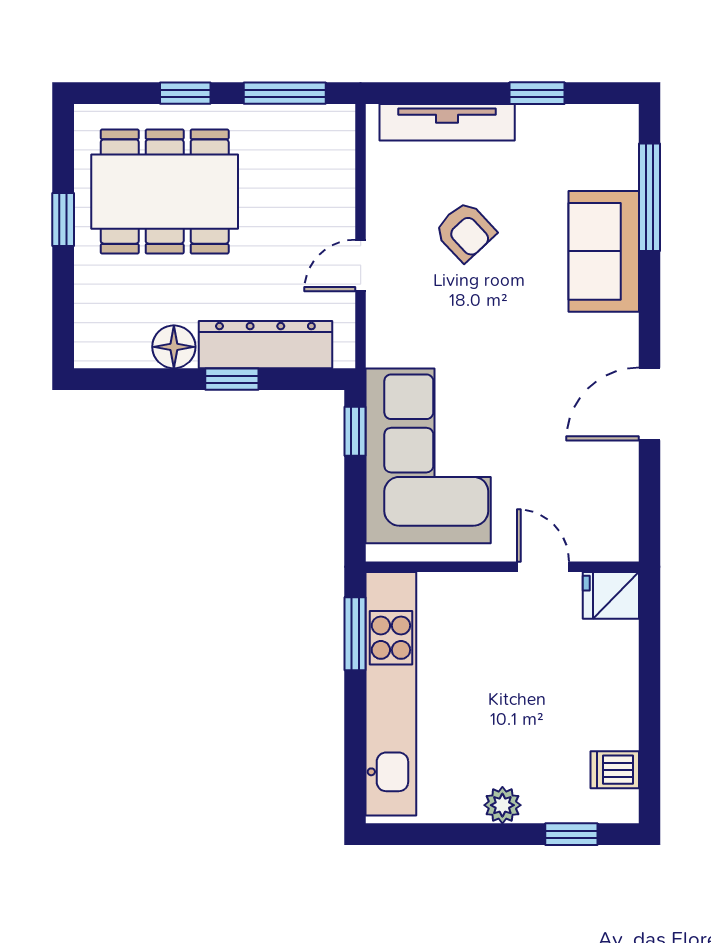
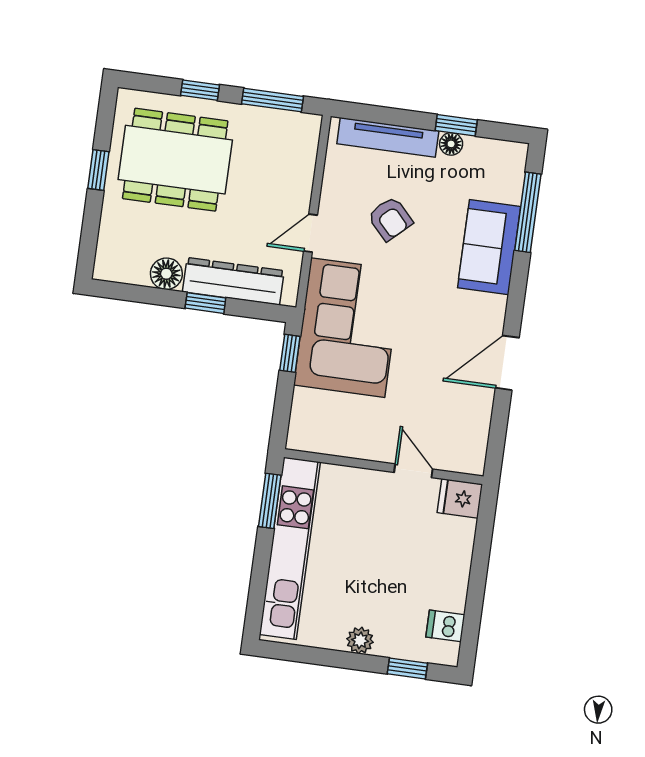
floor lamp: (533, 119) -> (451, 144), added
corner sofa: (428, 456) -> (348, 328), moved

